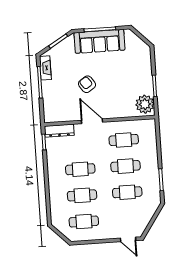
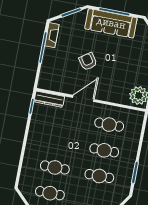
door: (92, 121) -> (83, 98), hinge flipped
cafe table: (80, 169) -> (60, 142), removed

